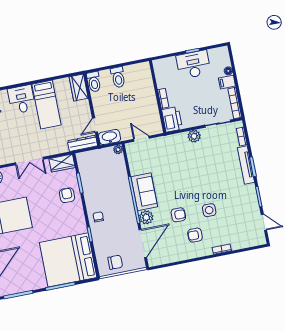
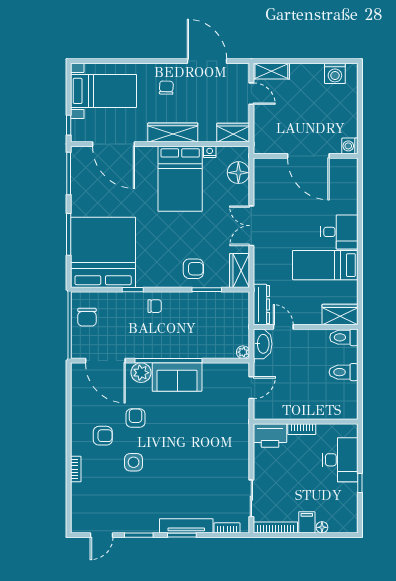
desk: (193, 65) -> (340, 460), moved
plant: (194, 136) -> (240, 462), removed
armchair: (178, 215) -> (136, 418), turned 180
armchair: (195, 235) -> (103, 436), turned 90

